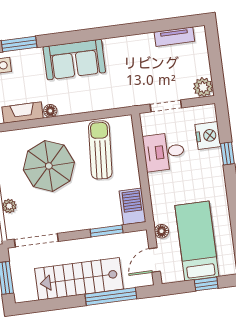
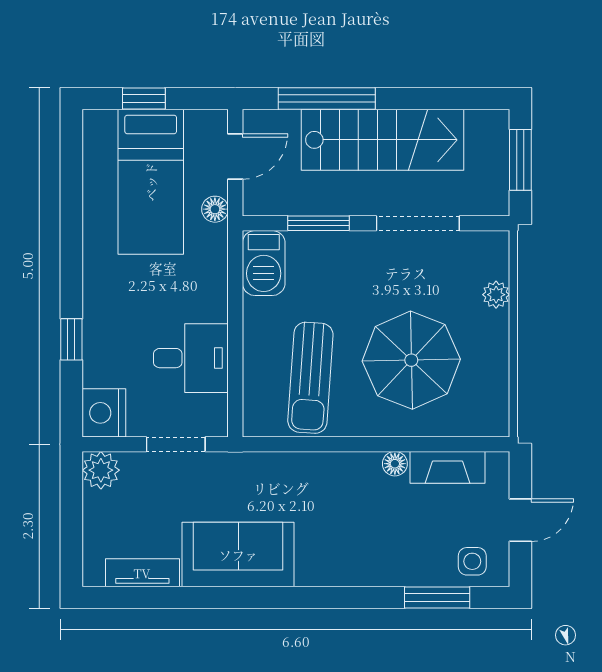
sofa: (74, 60) -> (238, 555), moved
nightstand: (208, 136) -> (104, 413), moved
doorway: (36, 240) -> (418, 223), moved

